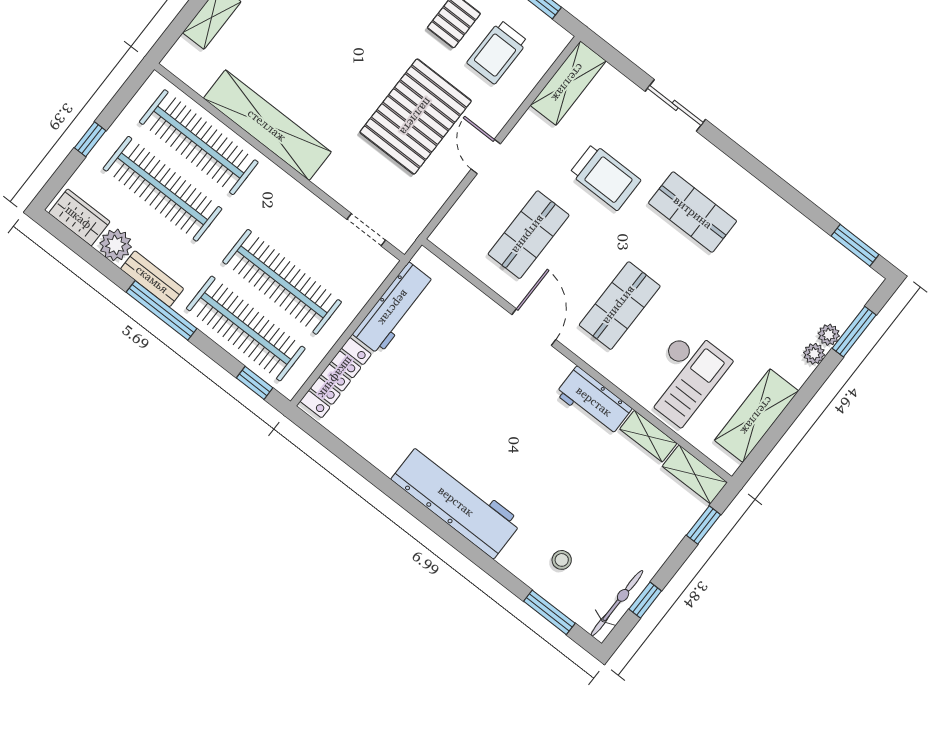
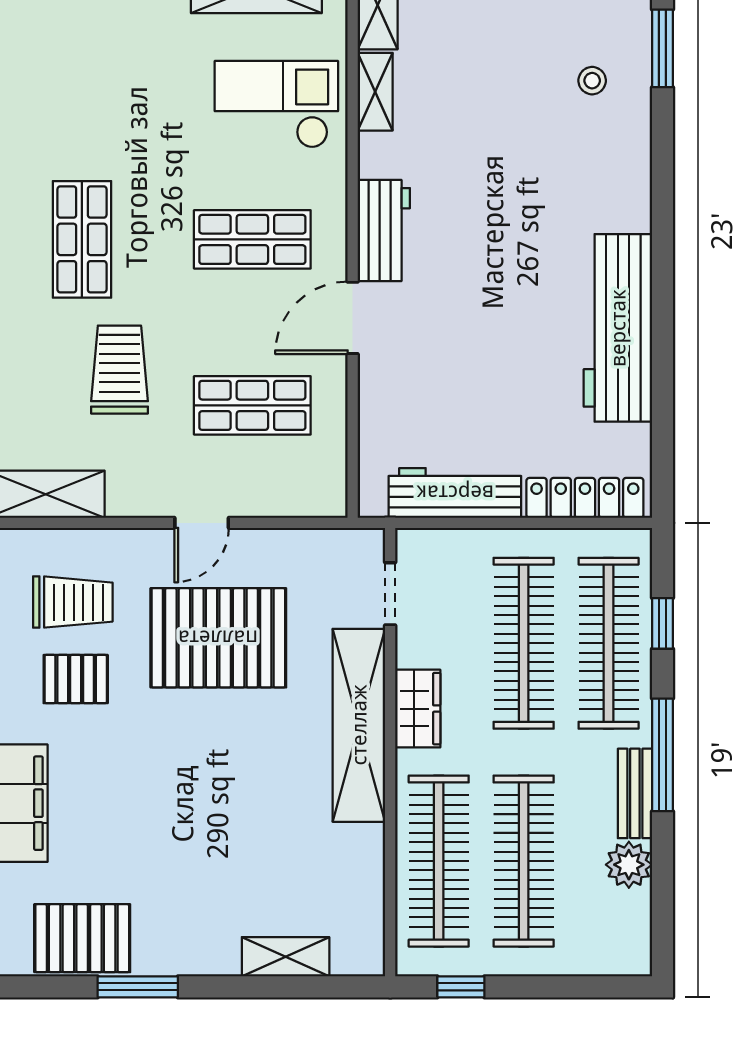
shelving: (267, 125) -> (359, 725), moved
window: (90, 139) -> (461, 987), moved
wardrobe: (79, 217) -> (418, 709), moved, turned 180
window: (255, 383) -> (662, 623), moved
workbench: (594, 401) -> (384, 231), moved
workbench: (456, 501) -> (618, 328), moved

